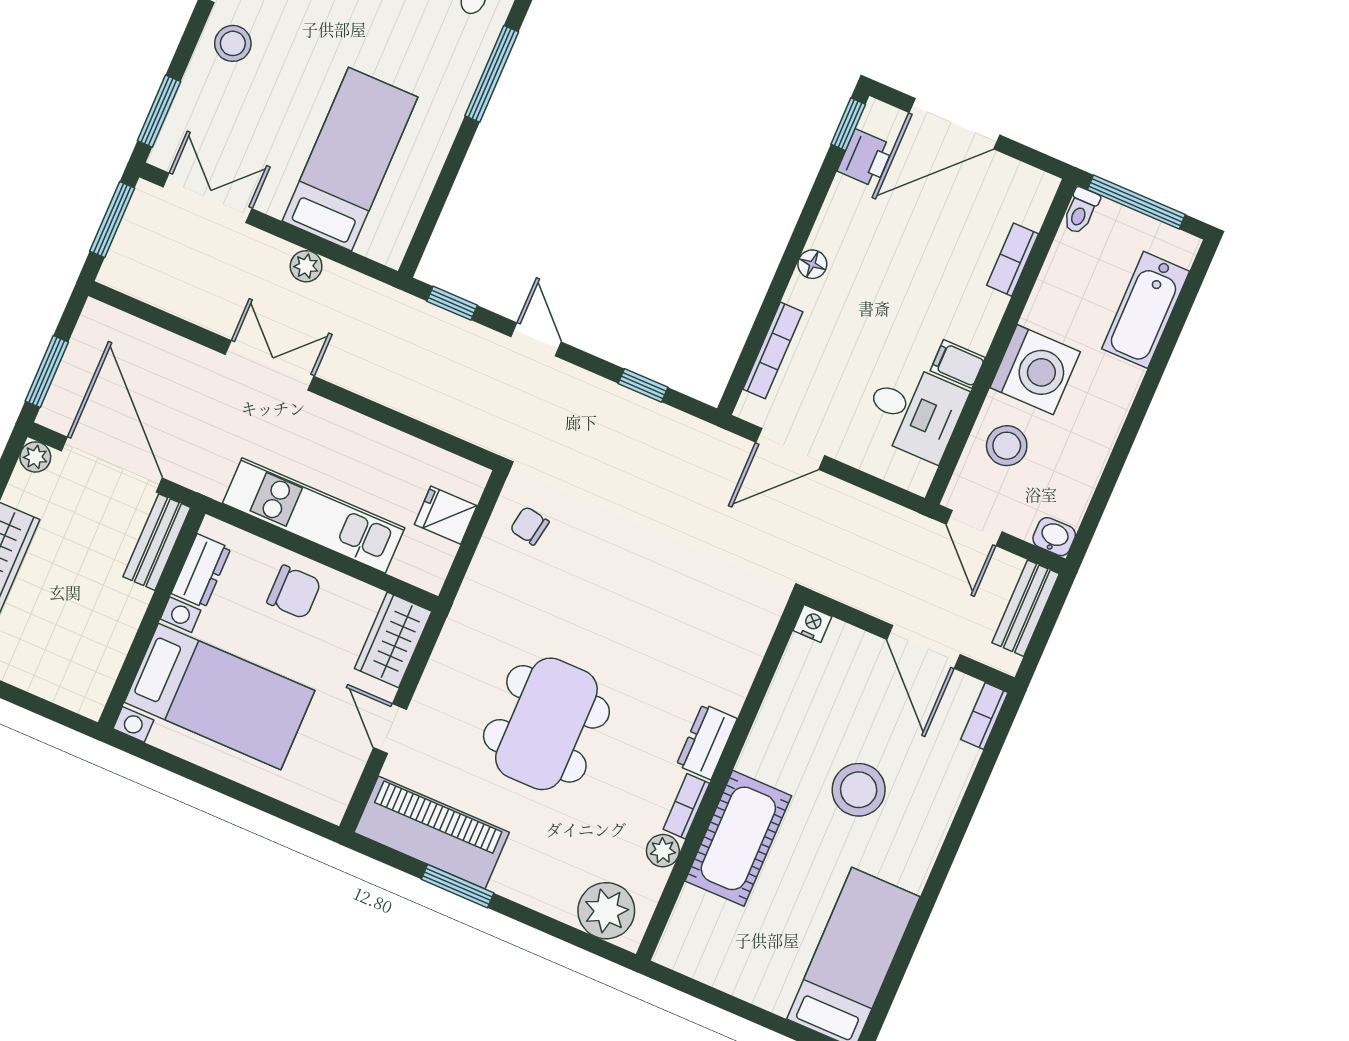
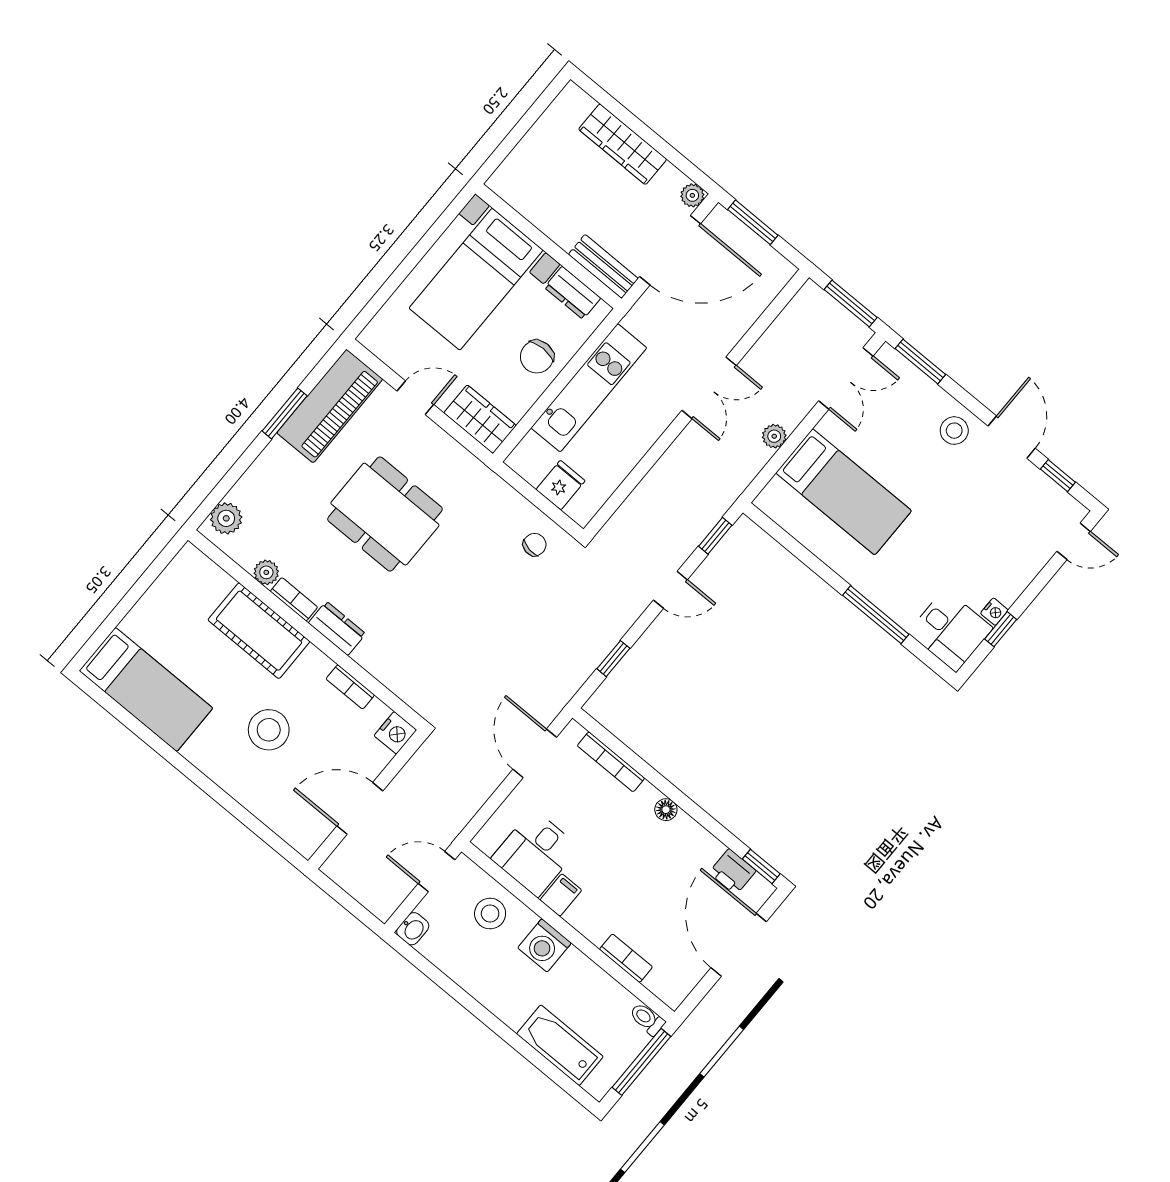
washing machine: (1035, 370) -> (545, 945), width x0.73, depth x0.73
bench: (1026, 608) -> (366, 892), removed
nightstand: (812, 623) -> (395, 733), width x1.39, depth x1.35
bookcase: (984, 716) -> (350, 687), moved, turned 180
plant: (606, 911) -> (226, 518), width x0.73, depth x0.73

